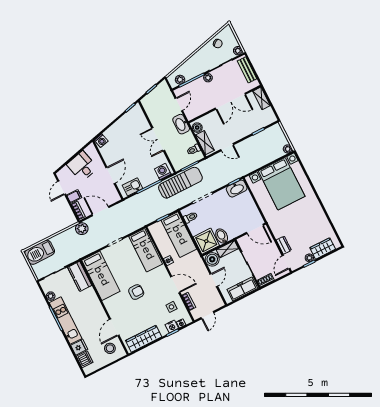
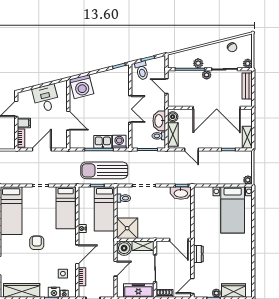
plant: (180, 80) -> (198, 63), moved
shelving: (262, 98) -> (247, 137), moved
double door: (230, 101) -> (217, 108), width x1.36
toilet: (151, 102) -> (142, 71), added
door: (179, 104) -> (166, 86), swing flipped
washbasin: (181, 124) -> (159, 121), moved
double door: (158, 139) -> (130, 109), swing flipped
washing machine: (101, 141) -> (82, 87), width x1.89, depth x1.89
door: (111, 175) -> (68, 121), hinge flipped
sun lounger: (180, 183) -> (104, 170), moved, turned 180
bed with nightstands: (282, 184) -> (233, 210), width x0.73
kitchen sink: (132, 187) -> (103, 142), moved
door: (101, 211) -> (42, 149), hinge flipped
plant: (82, 229) -> (16, 157), removed
bidet: (222, 236) -> (144, 231), removed
dresser: (284, 245) -> (198, 254), moved
door: (175, 285) -> (77, 254), hinge flipped
armchair: (136, 292) -> (37, 243), turned -90

